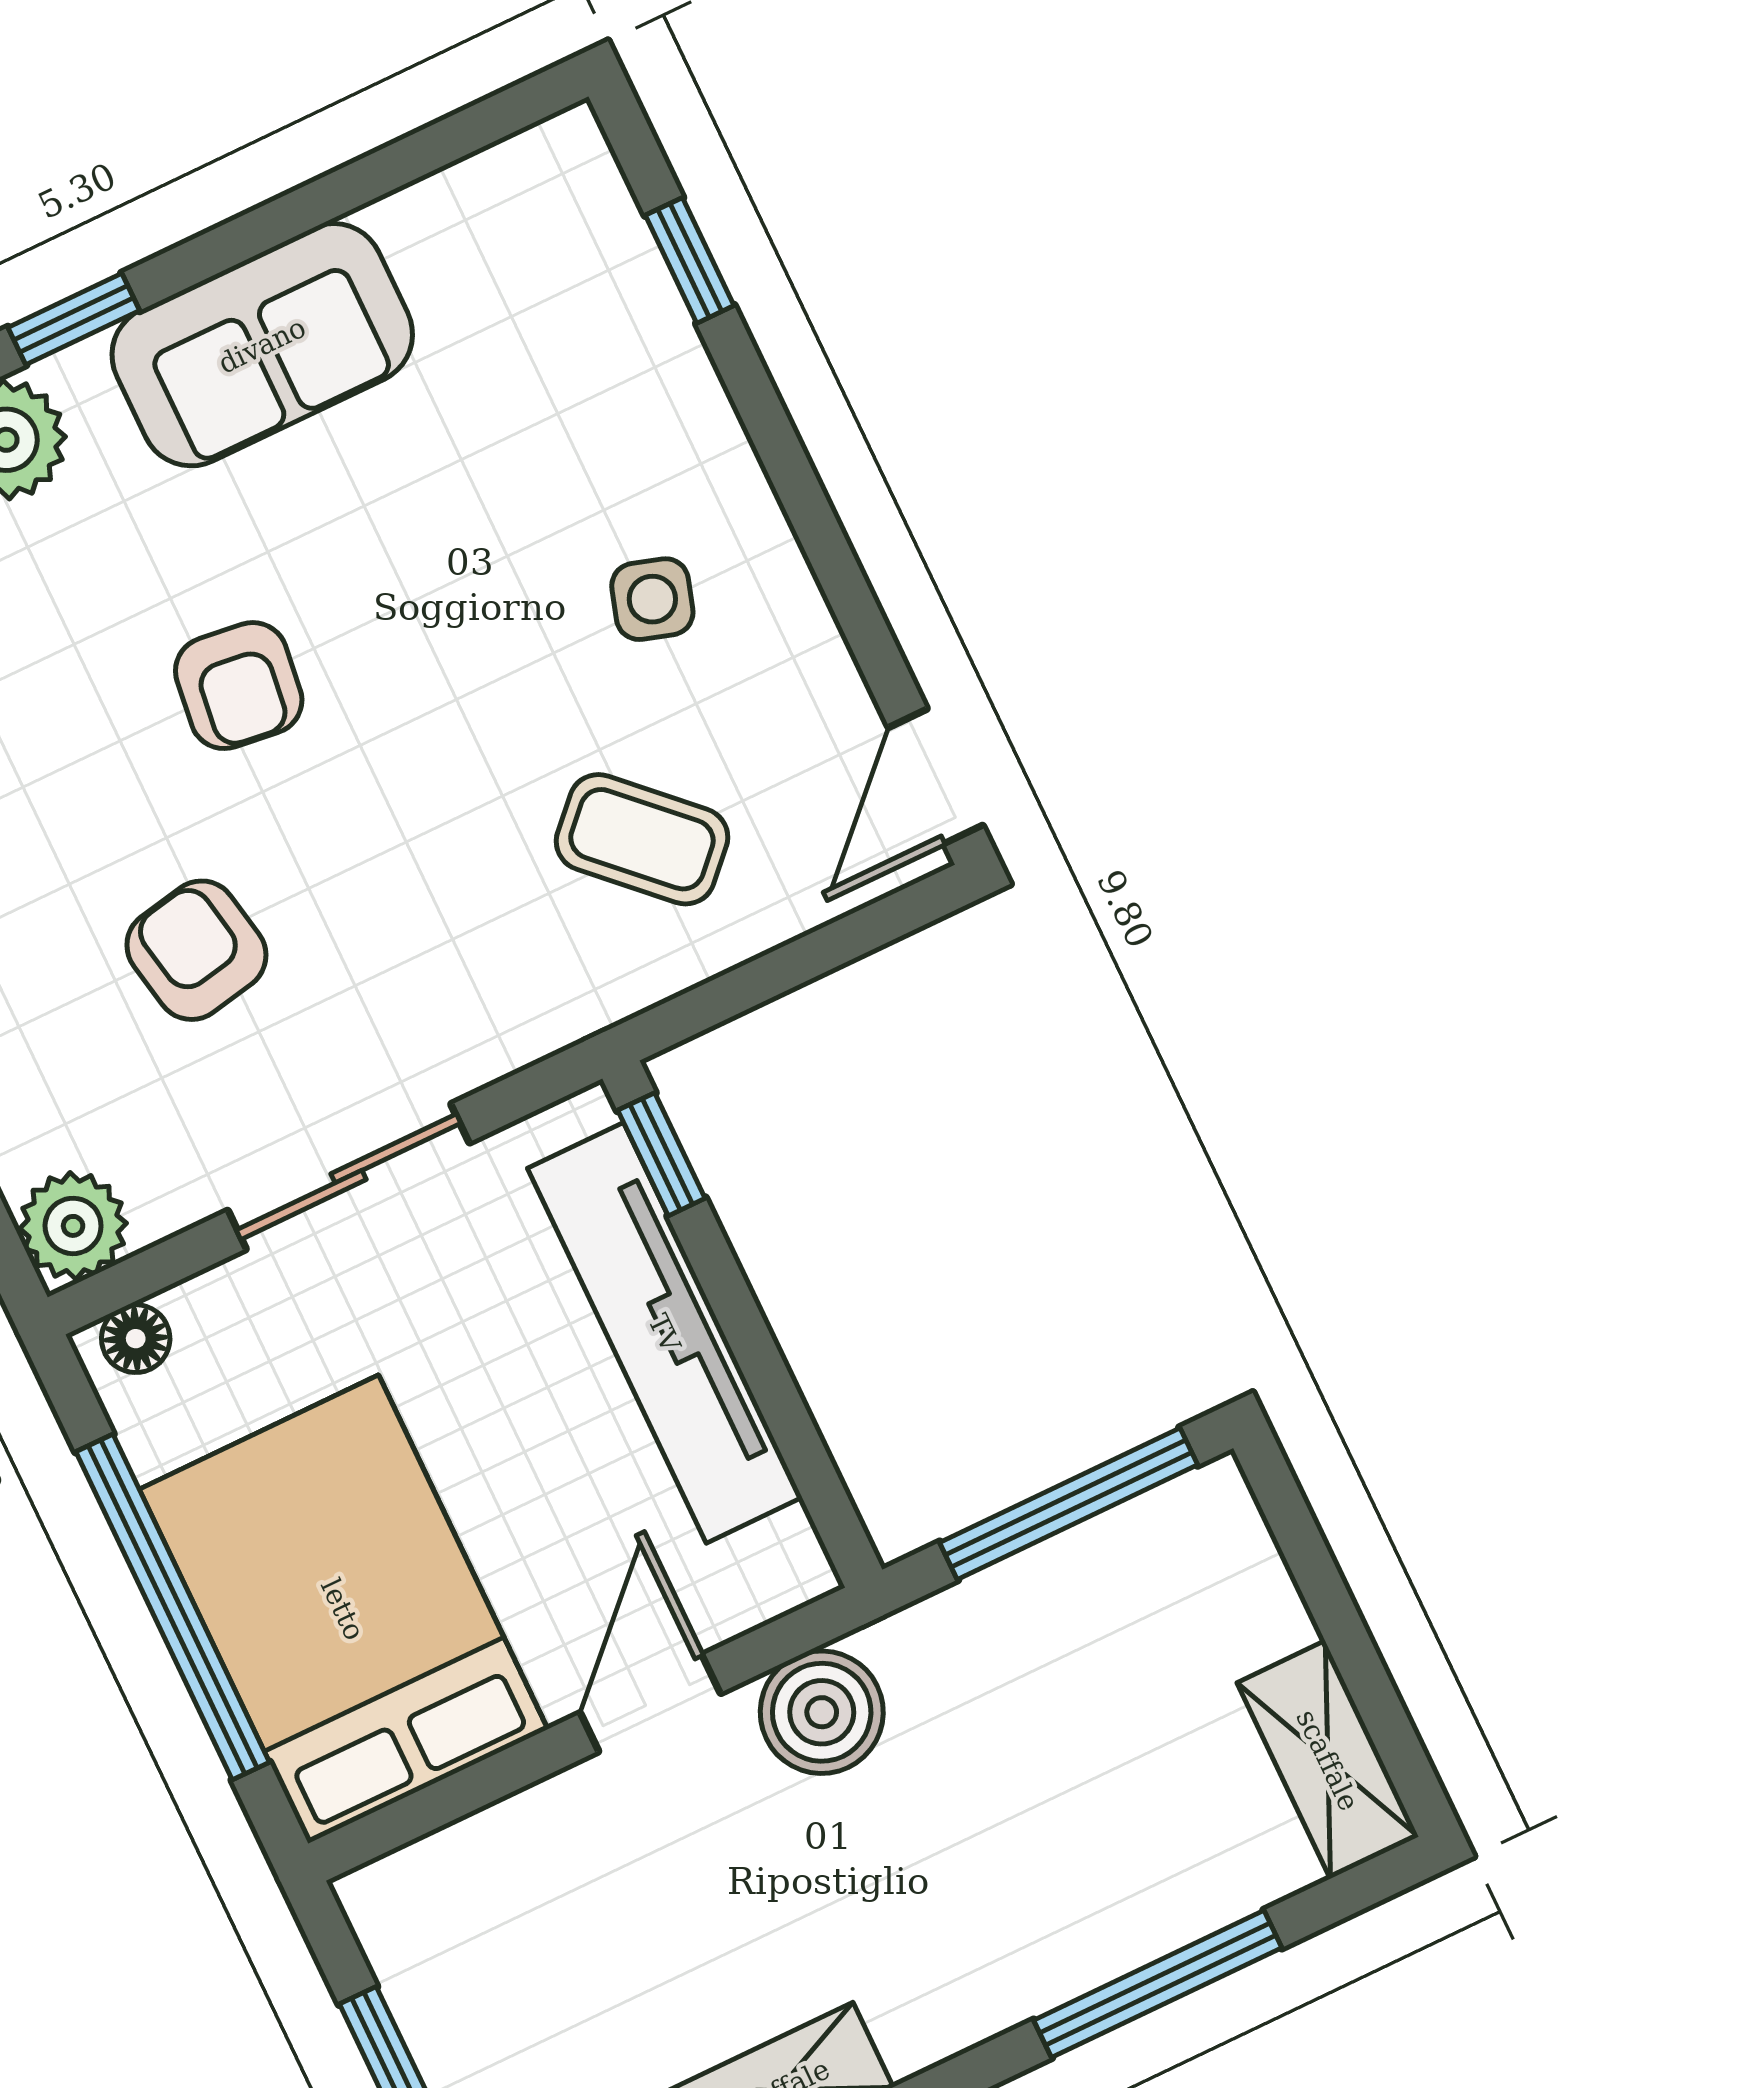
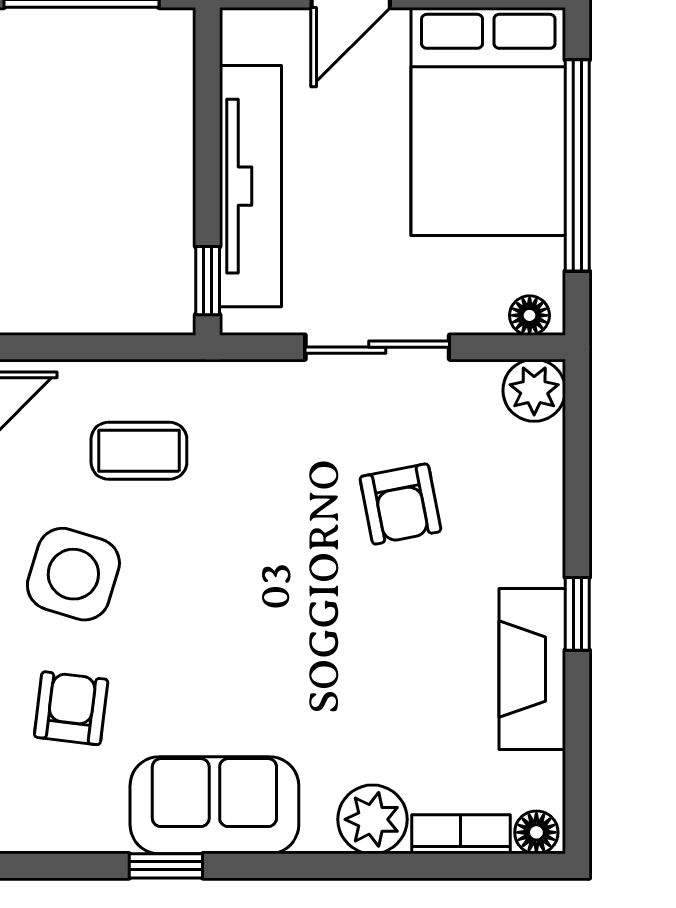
window: (74, 319) -> (166, 866), moved
side table: (652, 599) -> (73, 574), width x1.87, depth x1.87
armchair: (239, 686) -> (71, 708), moved
coffee table: (642, 839) -> (139, 451), turned -44

